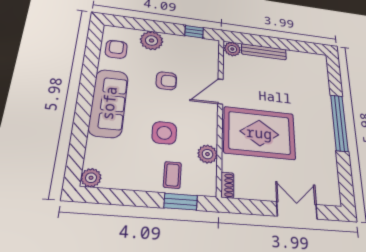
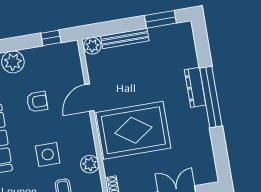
window: (299, 46) -> (160, 19), added
dresser: (325, 110) -> (195, 87), added

